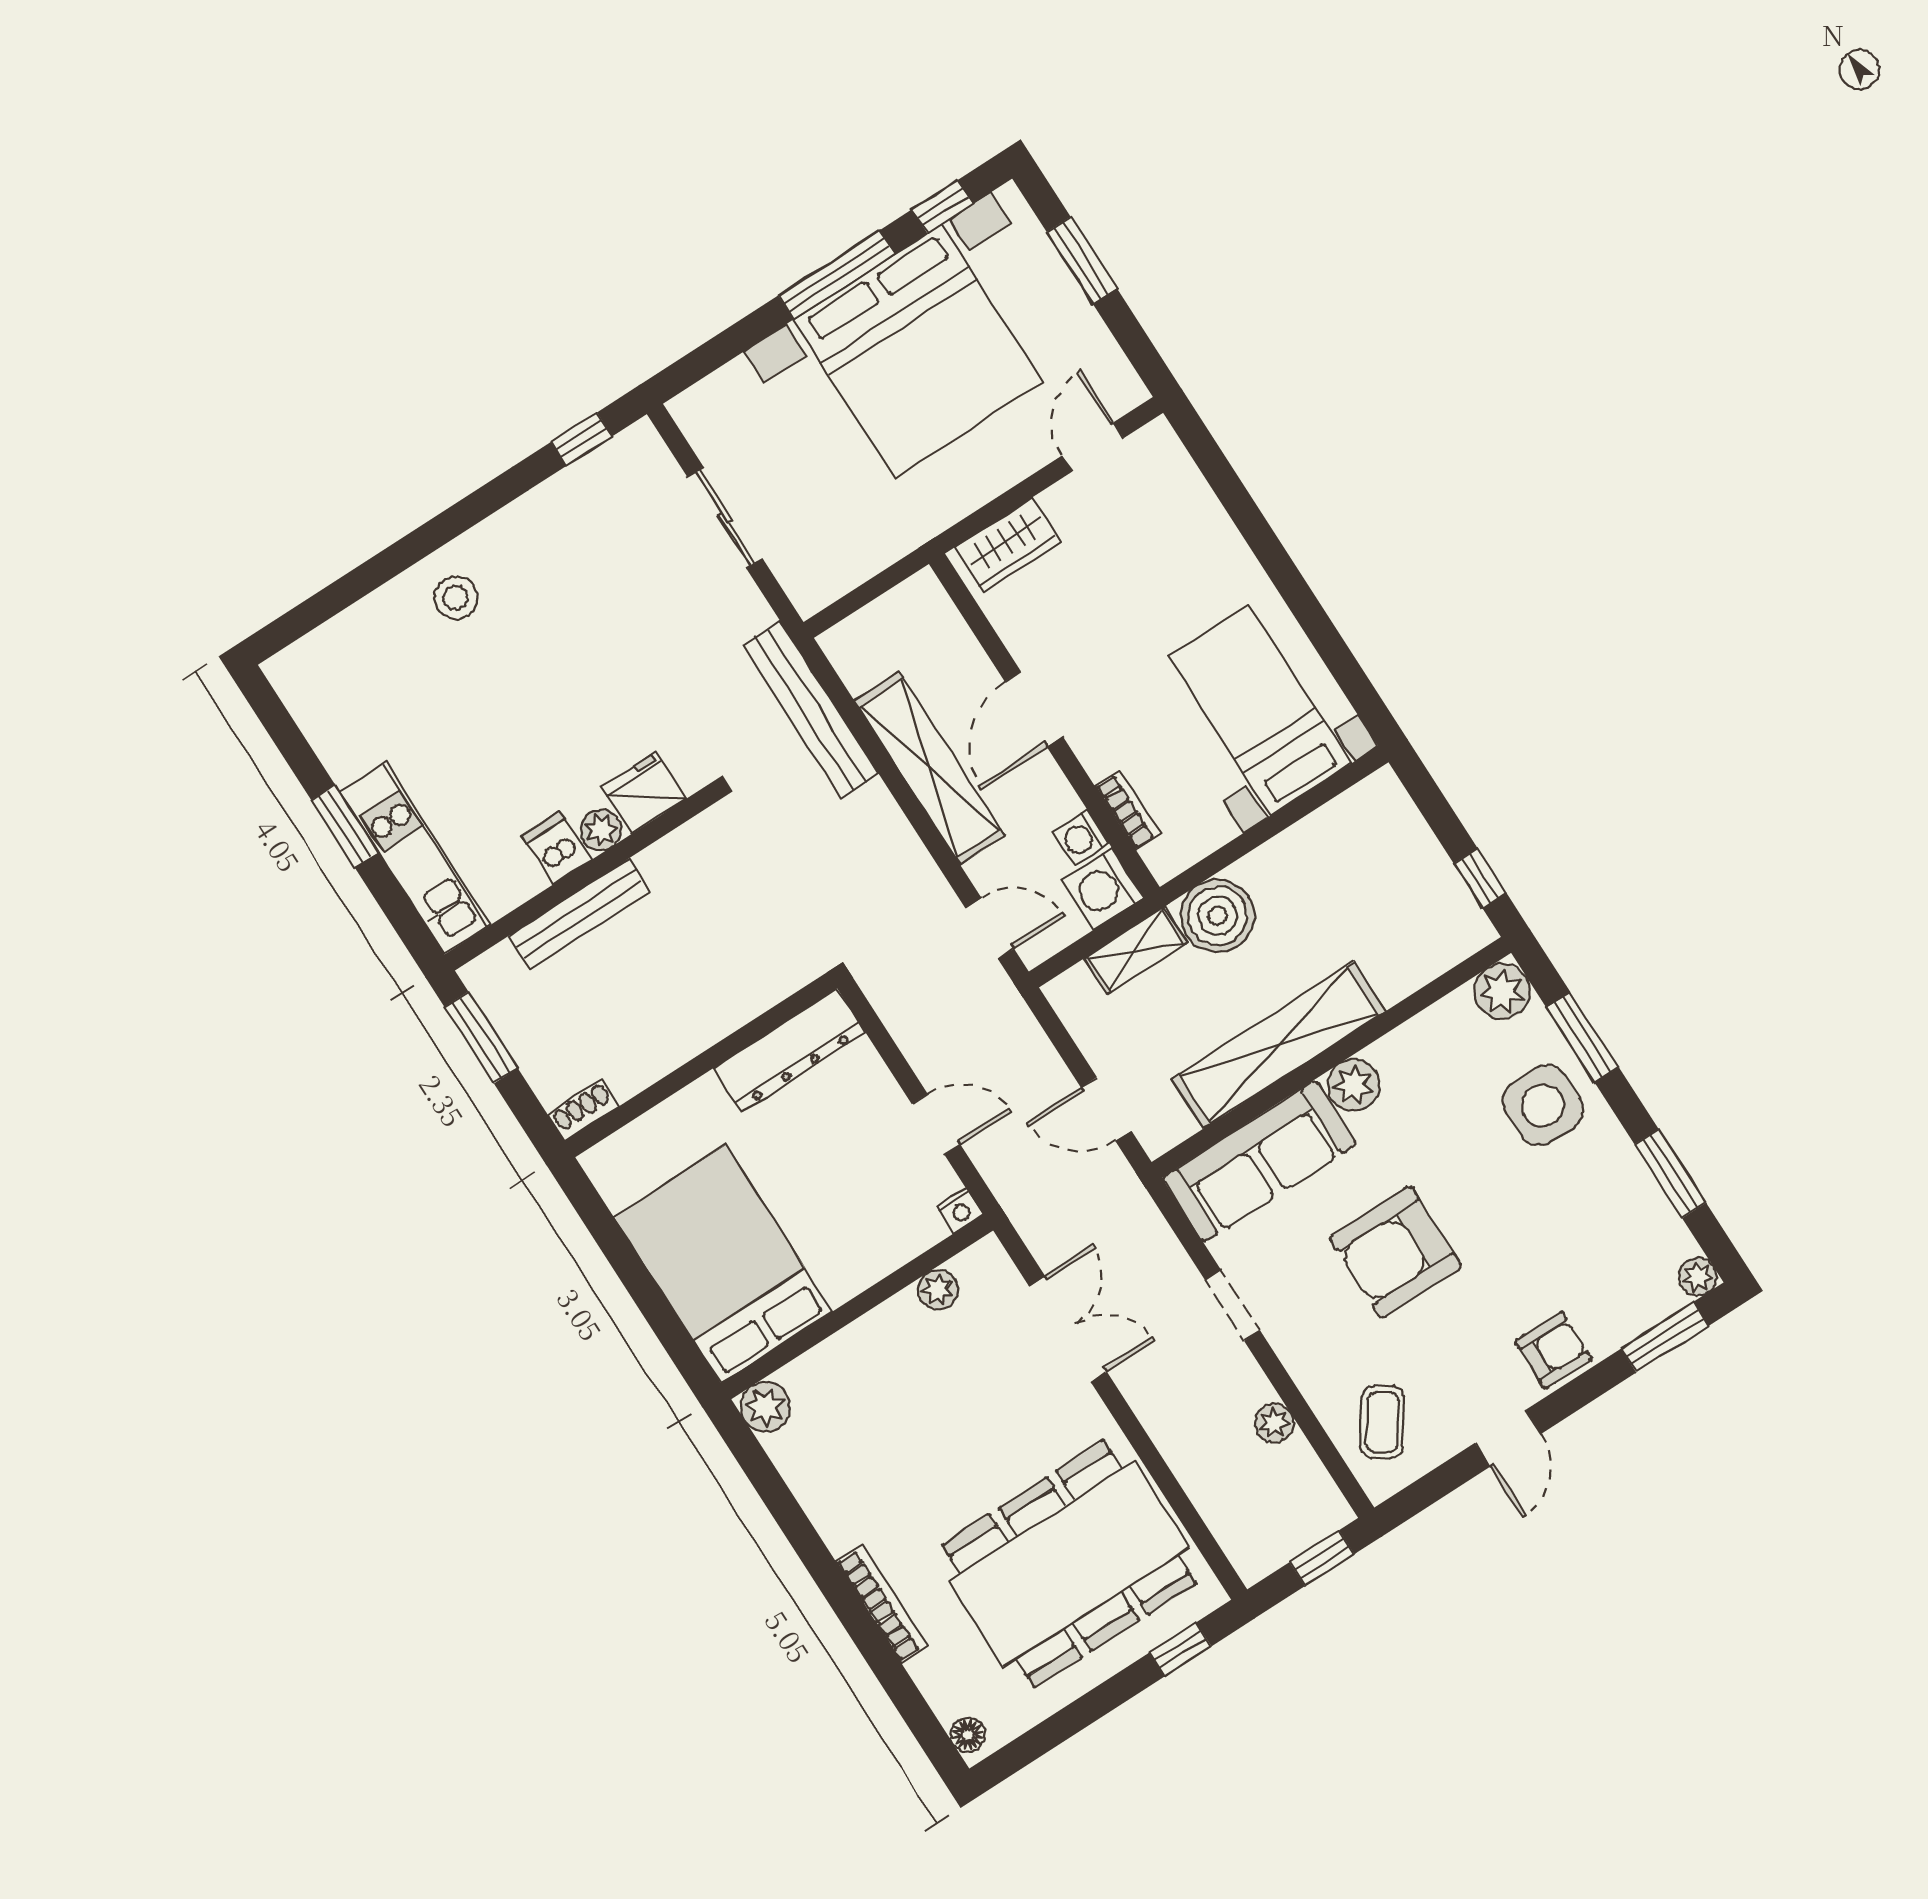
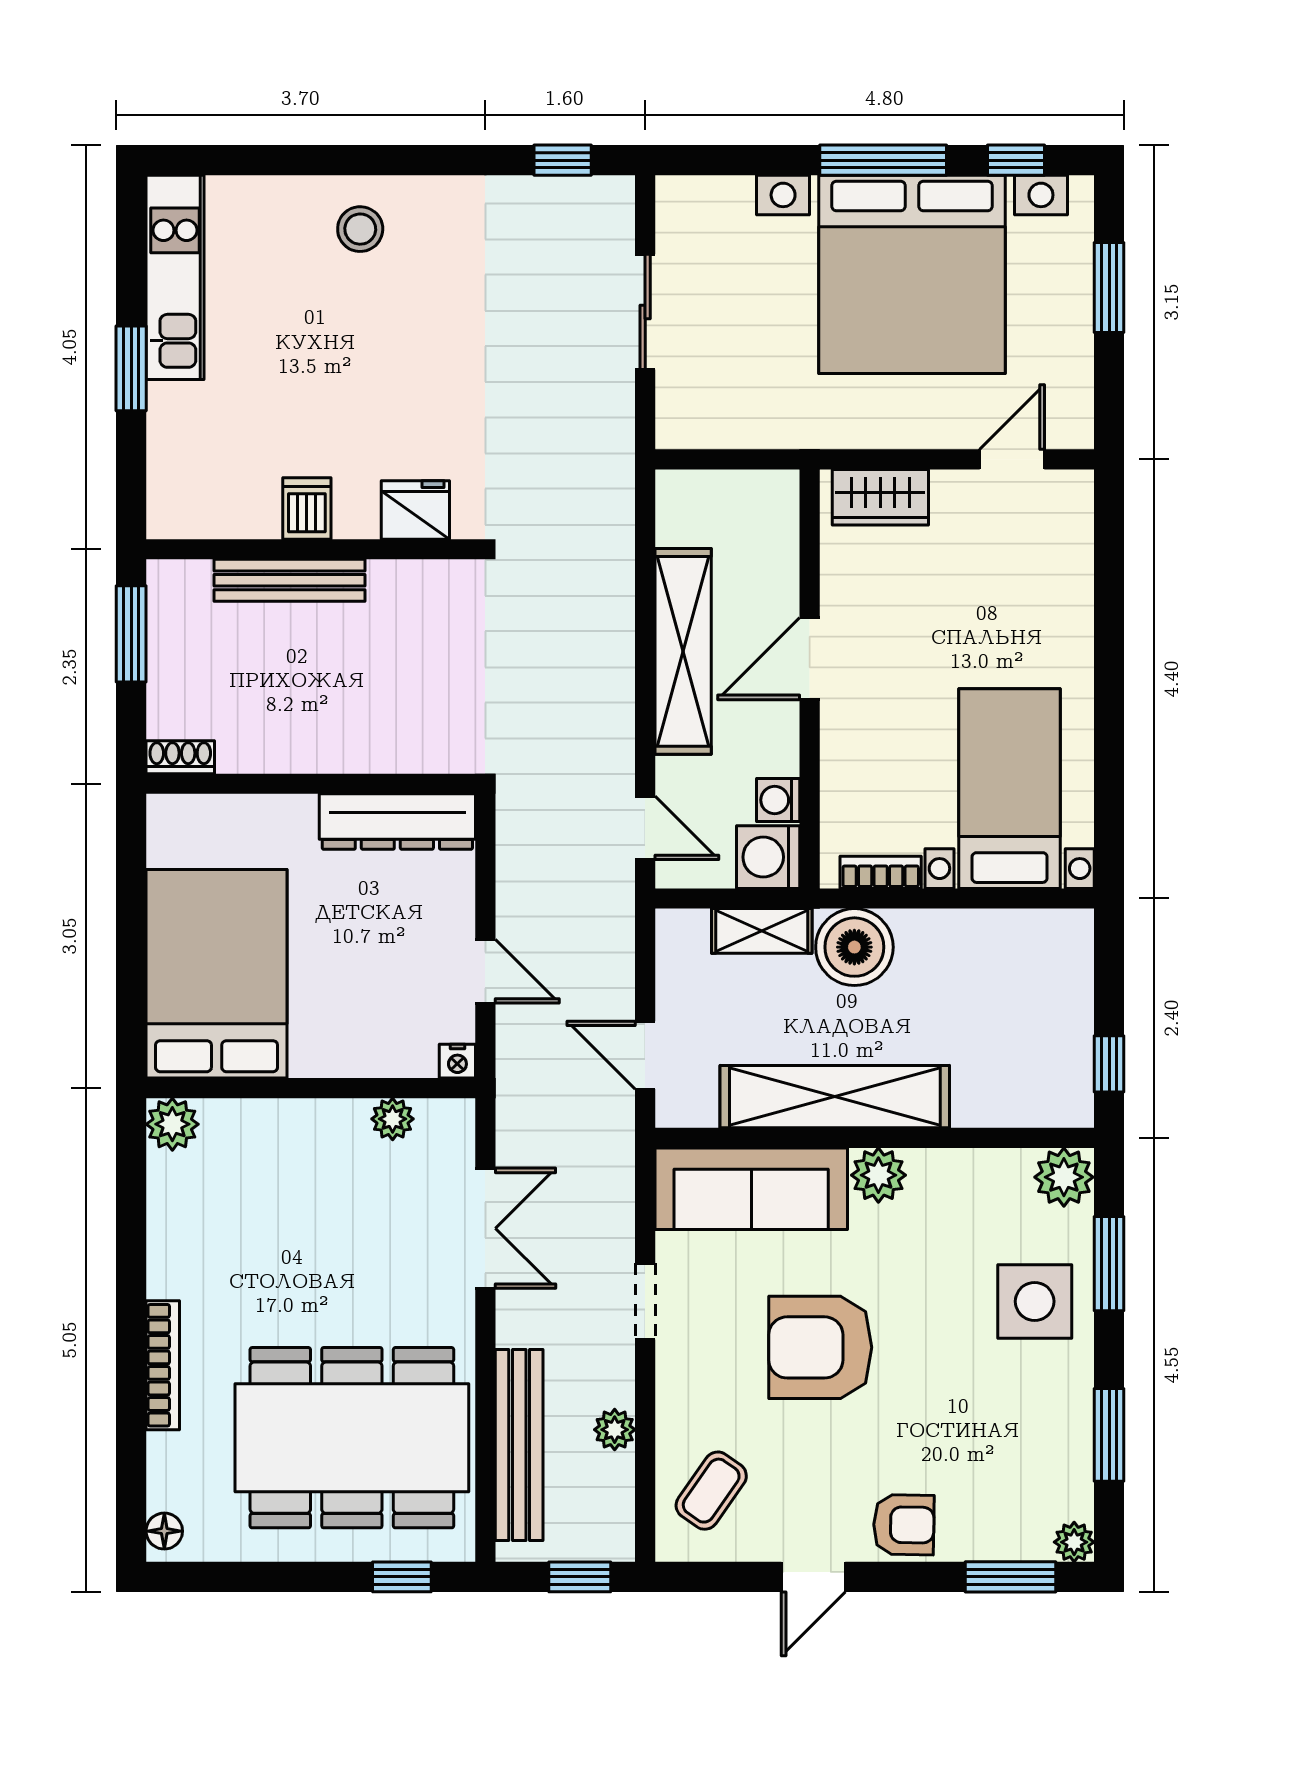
bench: (810, 709) -> (519, 1445), moved
bookcase: (1128, 810) -> (881, 872), moved, turned -90
plant: (601, 830) -> (356, 518), removed
kitchen unit: (415, 858) -> (175, 277), moved

